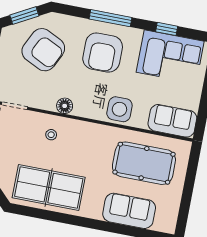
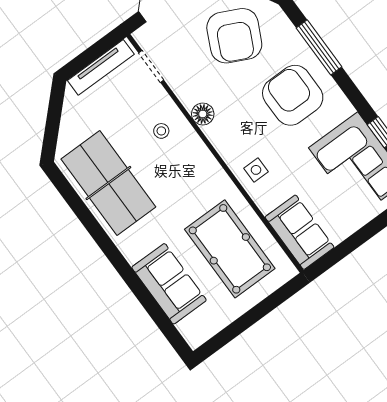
window: (111, 18) -> (319, 47), moved
armchair: (103, 53) -> (293, 95), turned 90
side table: (119, 109) -> (256, 170), width x0.54, depth x0.54

